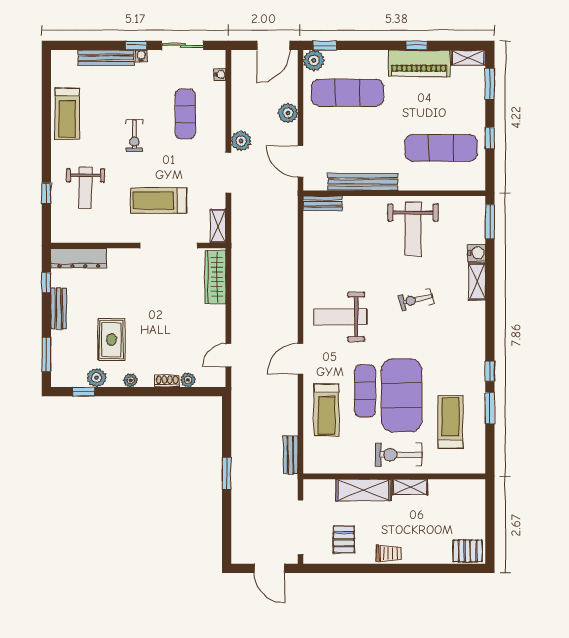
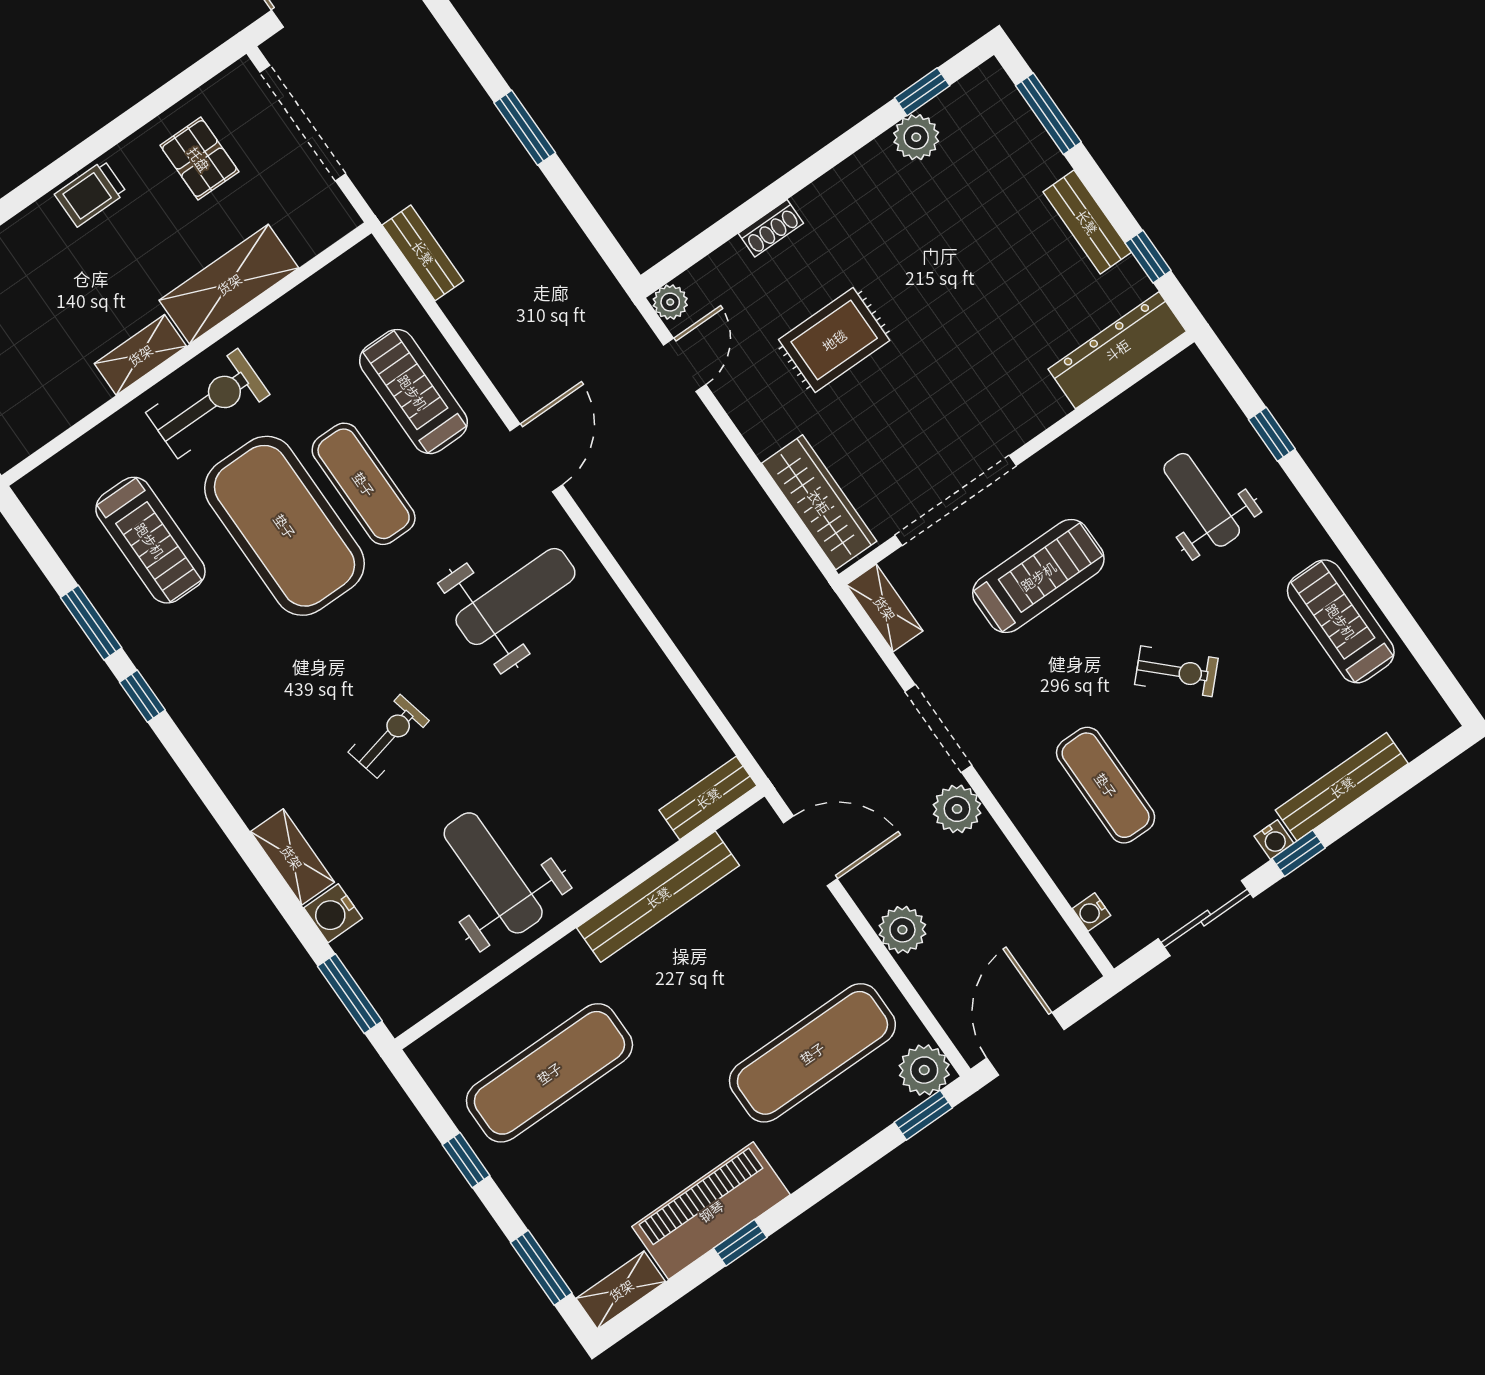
exercise bike: (135, 136) -> (1176, 671), turned 134
rug: (111, 340) -> (834, 340), moved, turned 90
plant: (131, 380) -> (845, 179), removed
plant: (188, 380) -> (670, 302), moved

